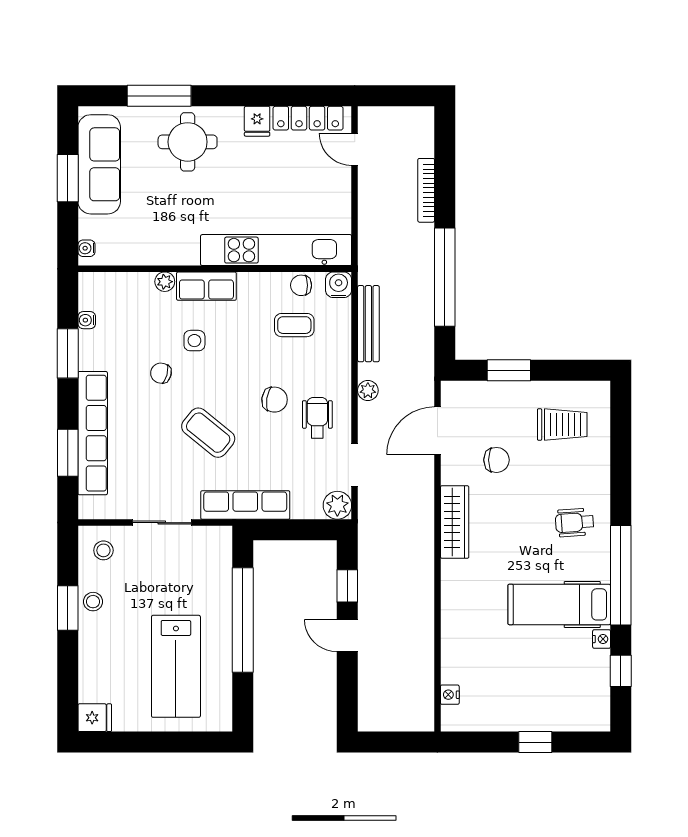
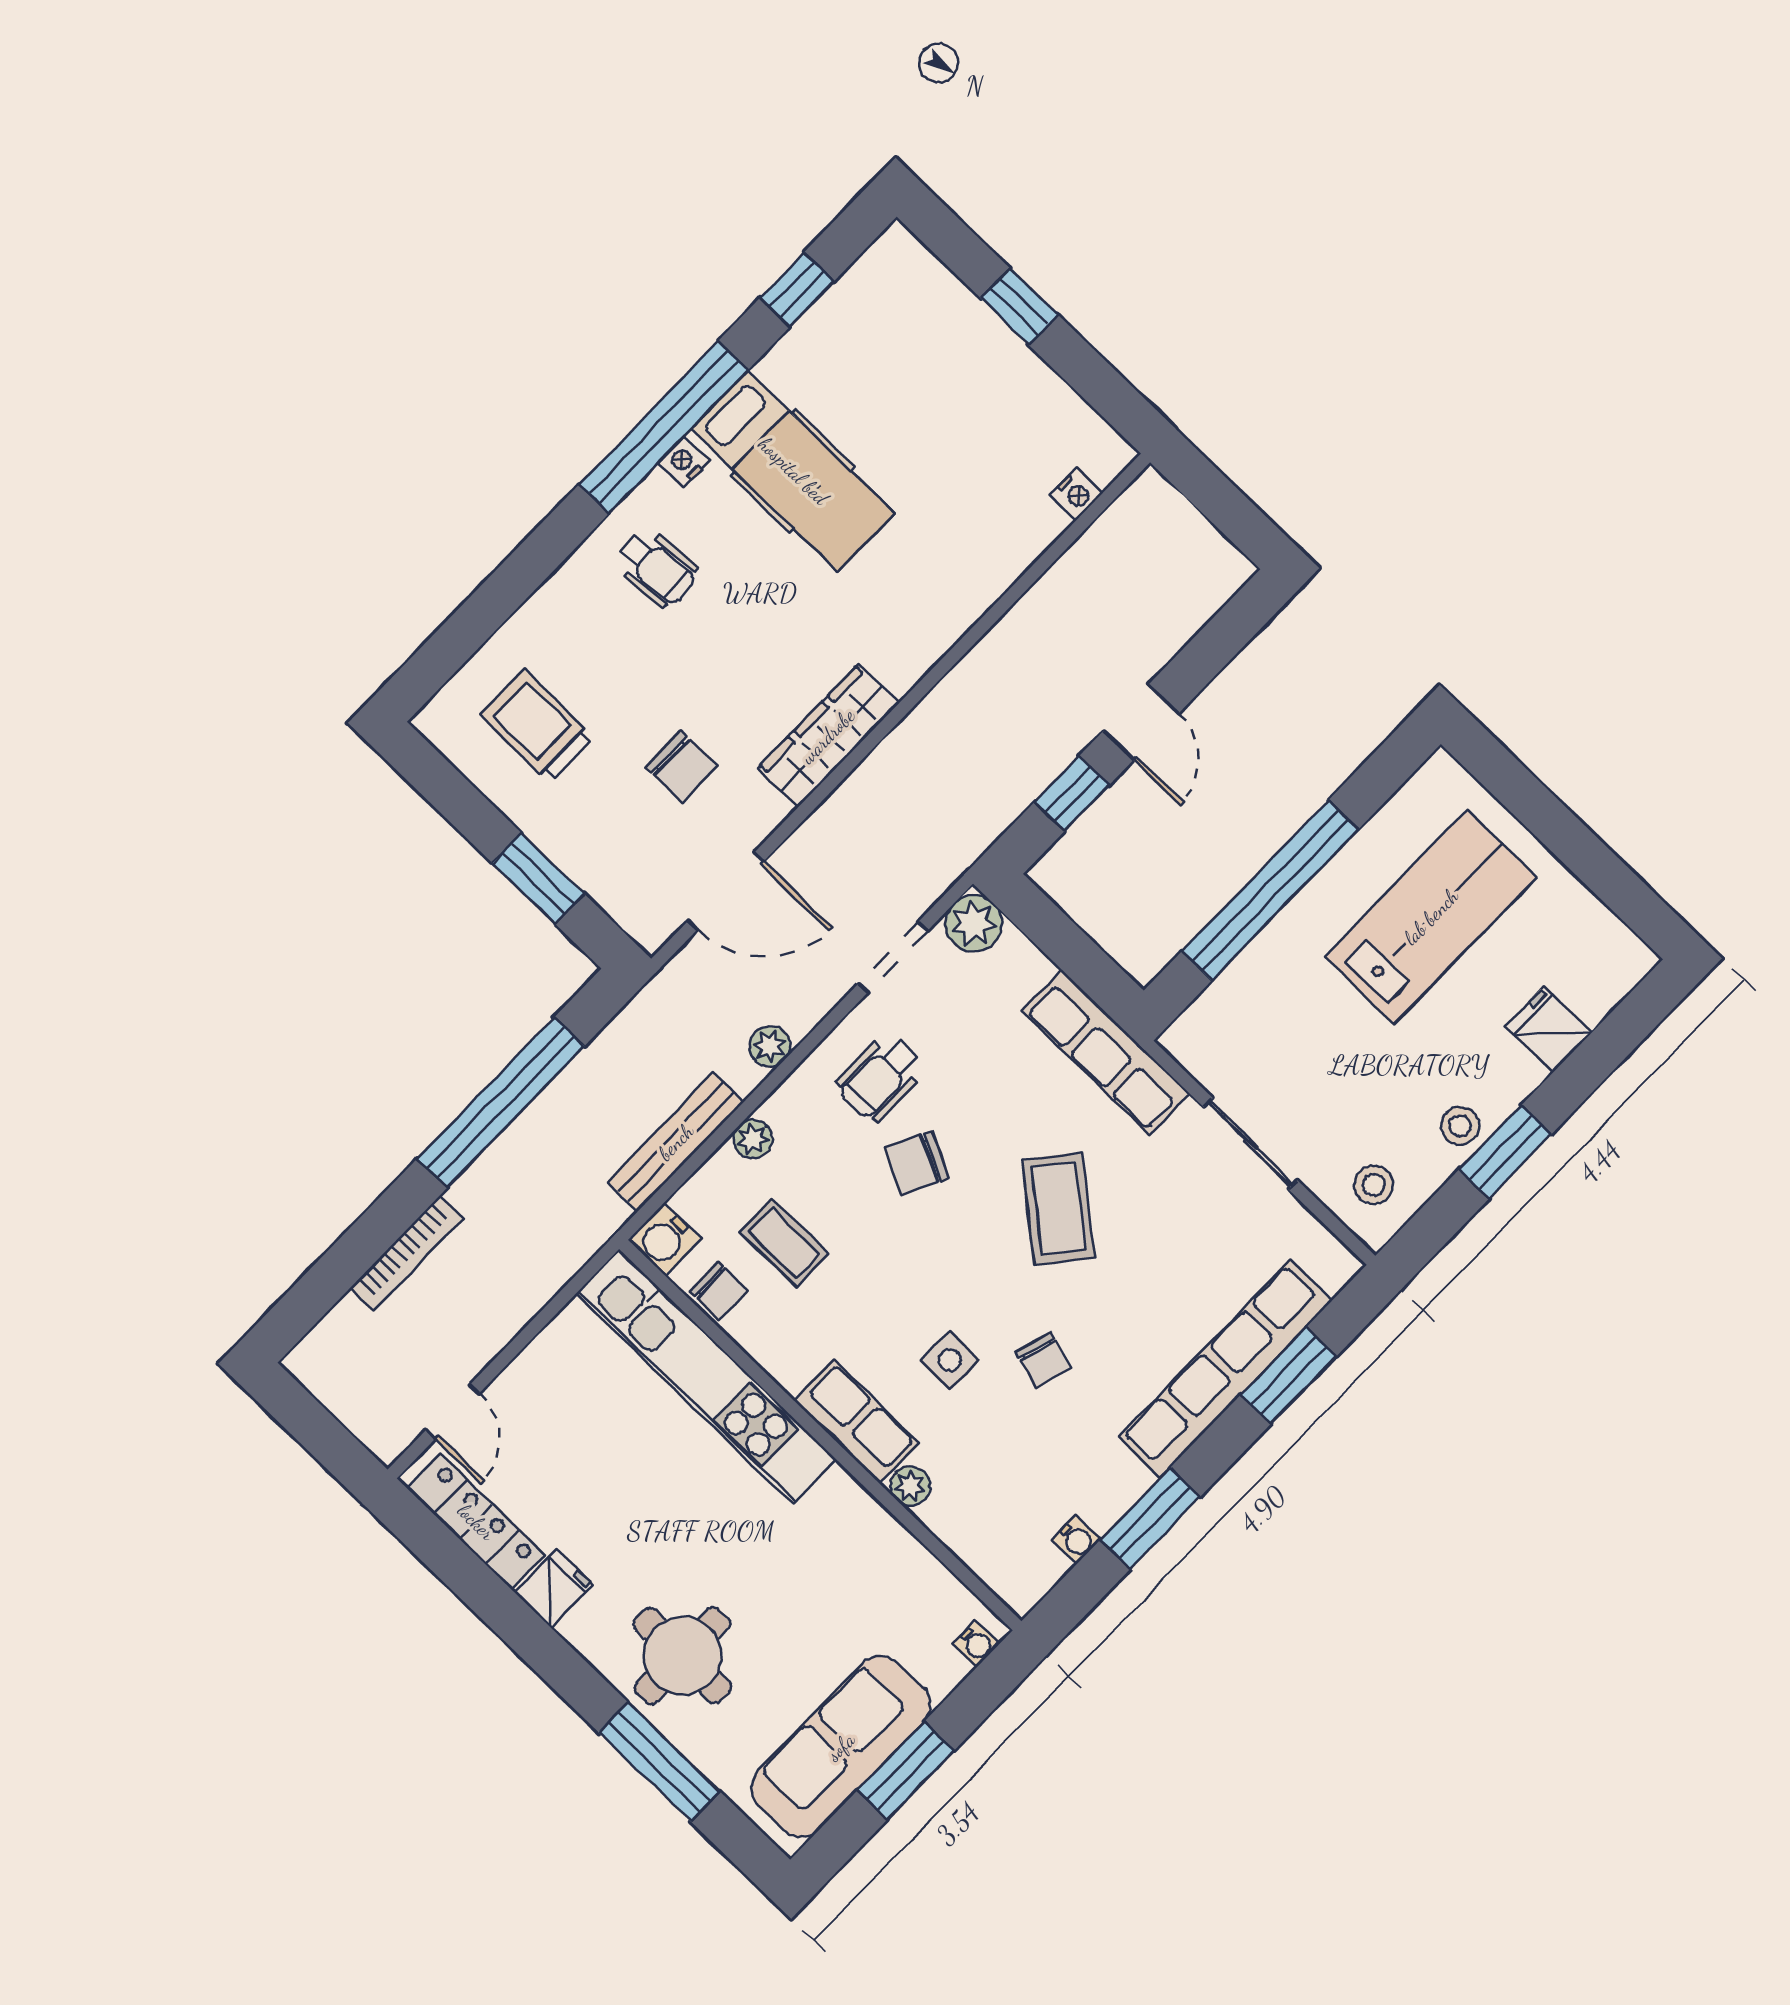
plant: (342, 351) -> (753, 1139), added
chair: (275, 400) -> (917, 1163), turned -73
chair: (497, 460) -> (681, 767), turned 180
nightstand: (602, 639) -> (684, 462), moved
fridge: (95, 718) -> (1548, 1029), moved

